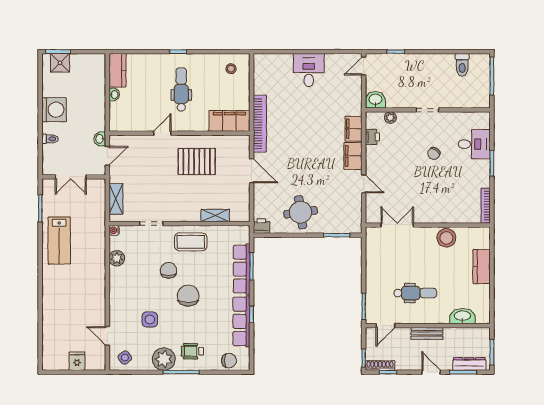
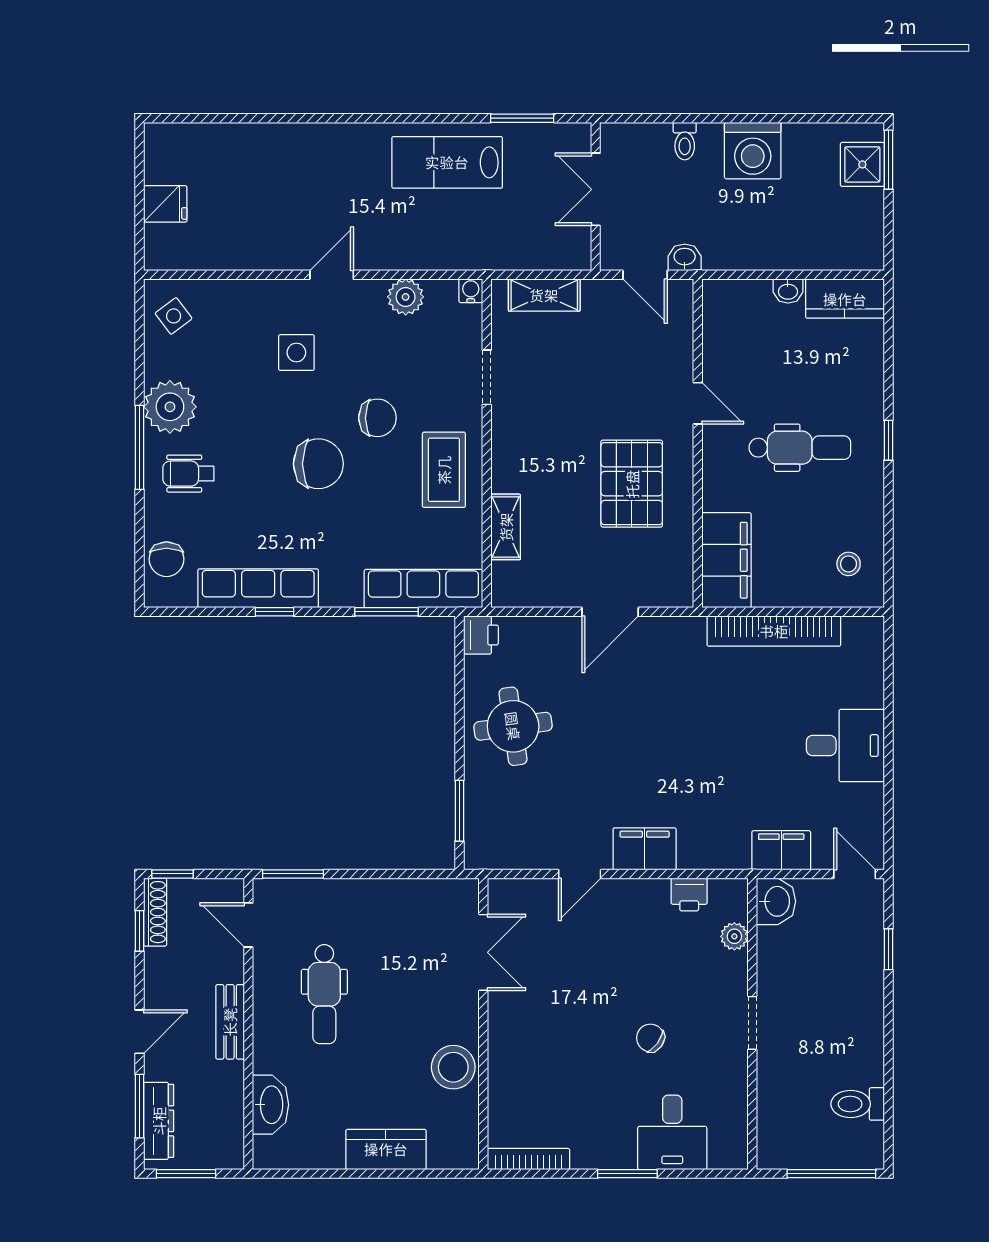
bookcase: (260, 124) -> (774, 631), moved
filing cabinet: (354, 129) -> (781, 850), moved
row of seats: (242, 269) -> (423, 589), moved
side table: (150, 319) -> (296, 352), moved
door: (107, 336) -> (332, 275), moved
wheelchair: (192, 351) -> (188, 474), turned -90

